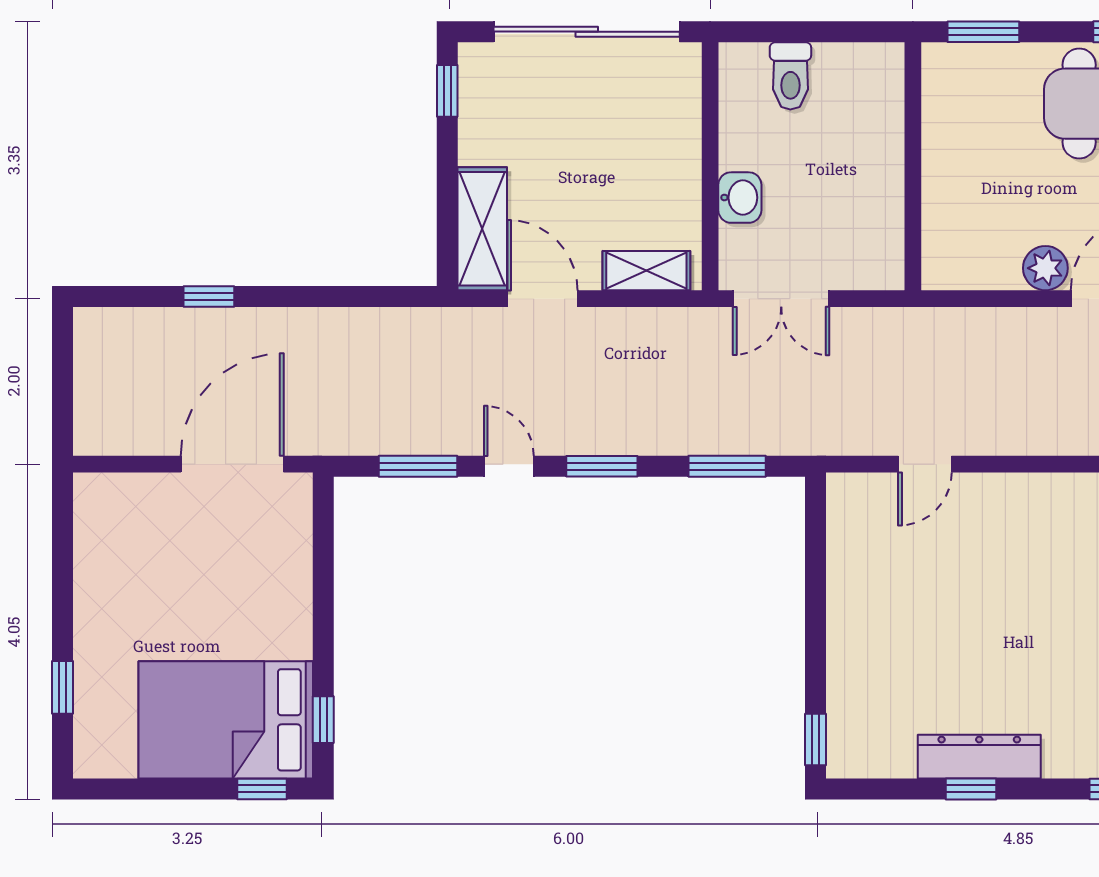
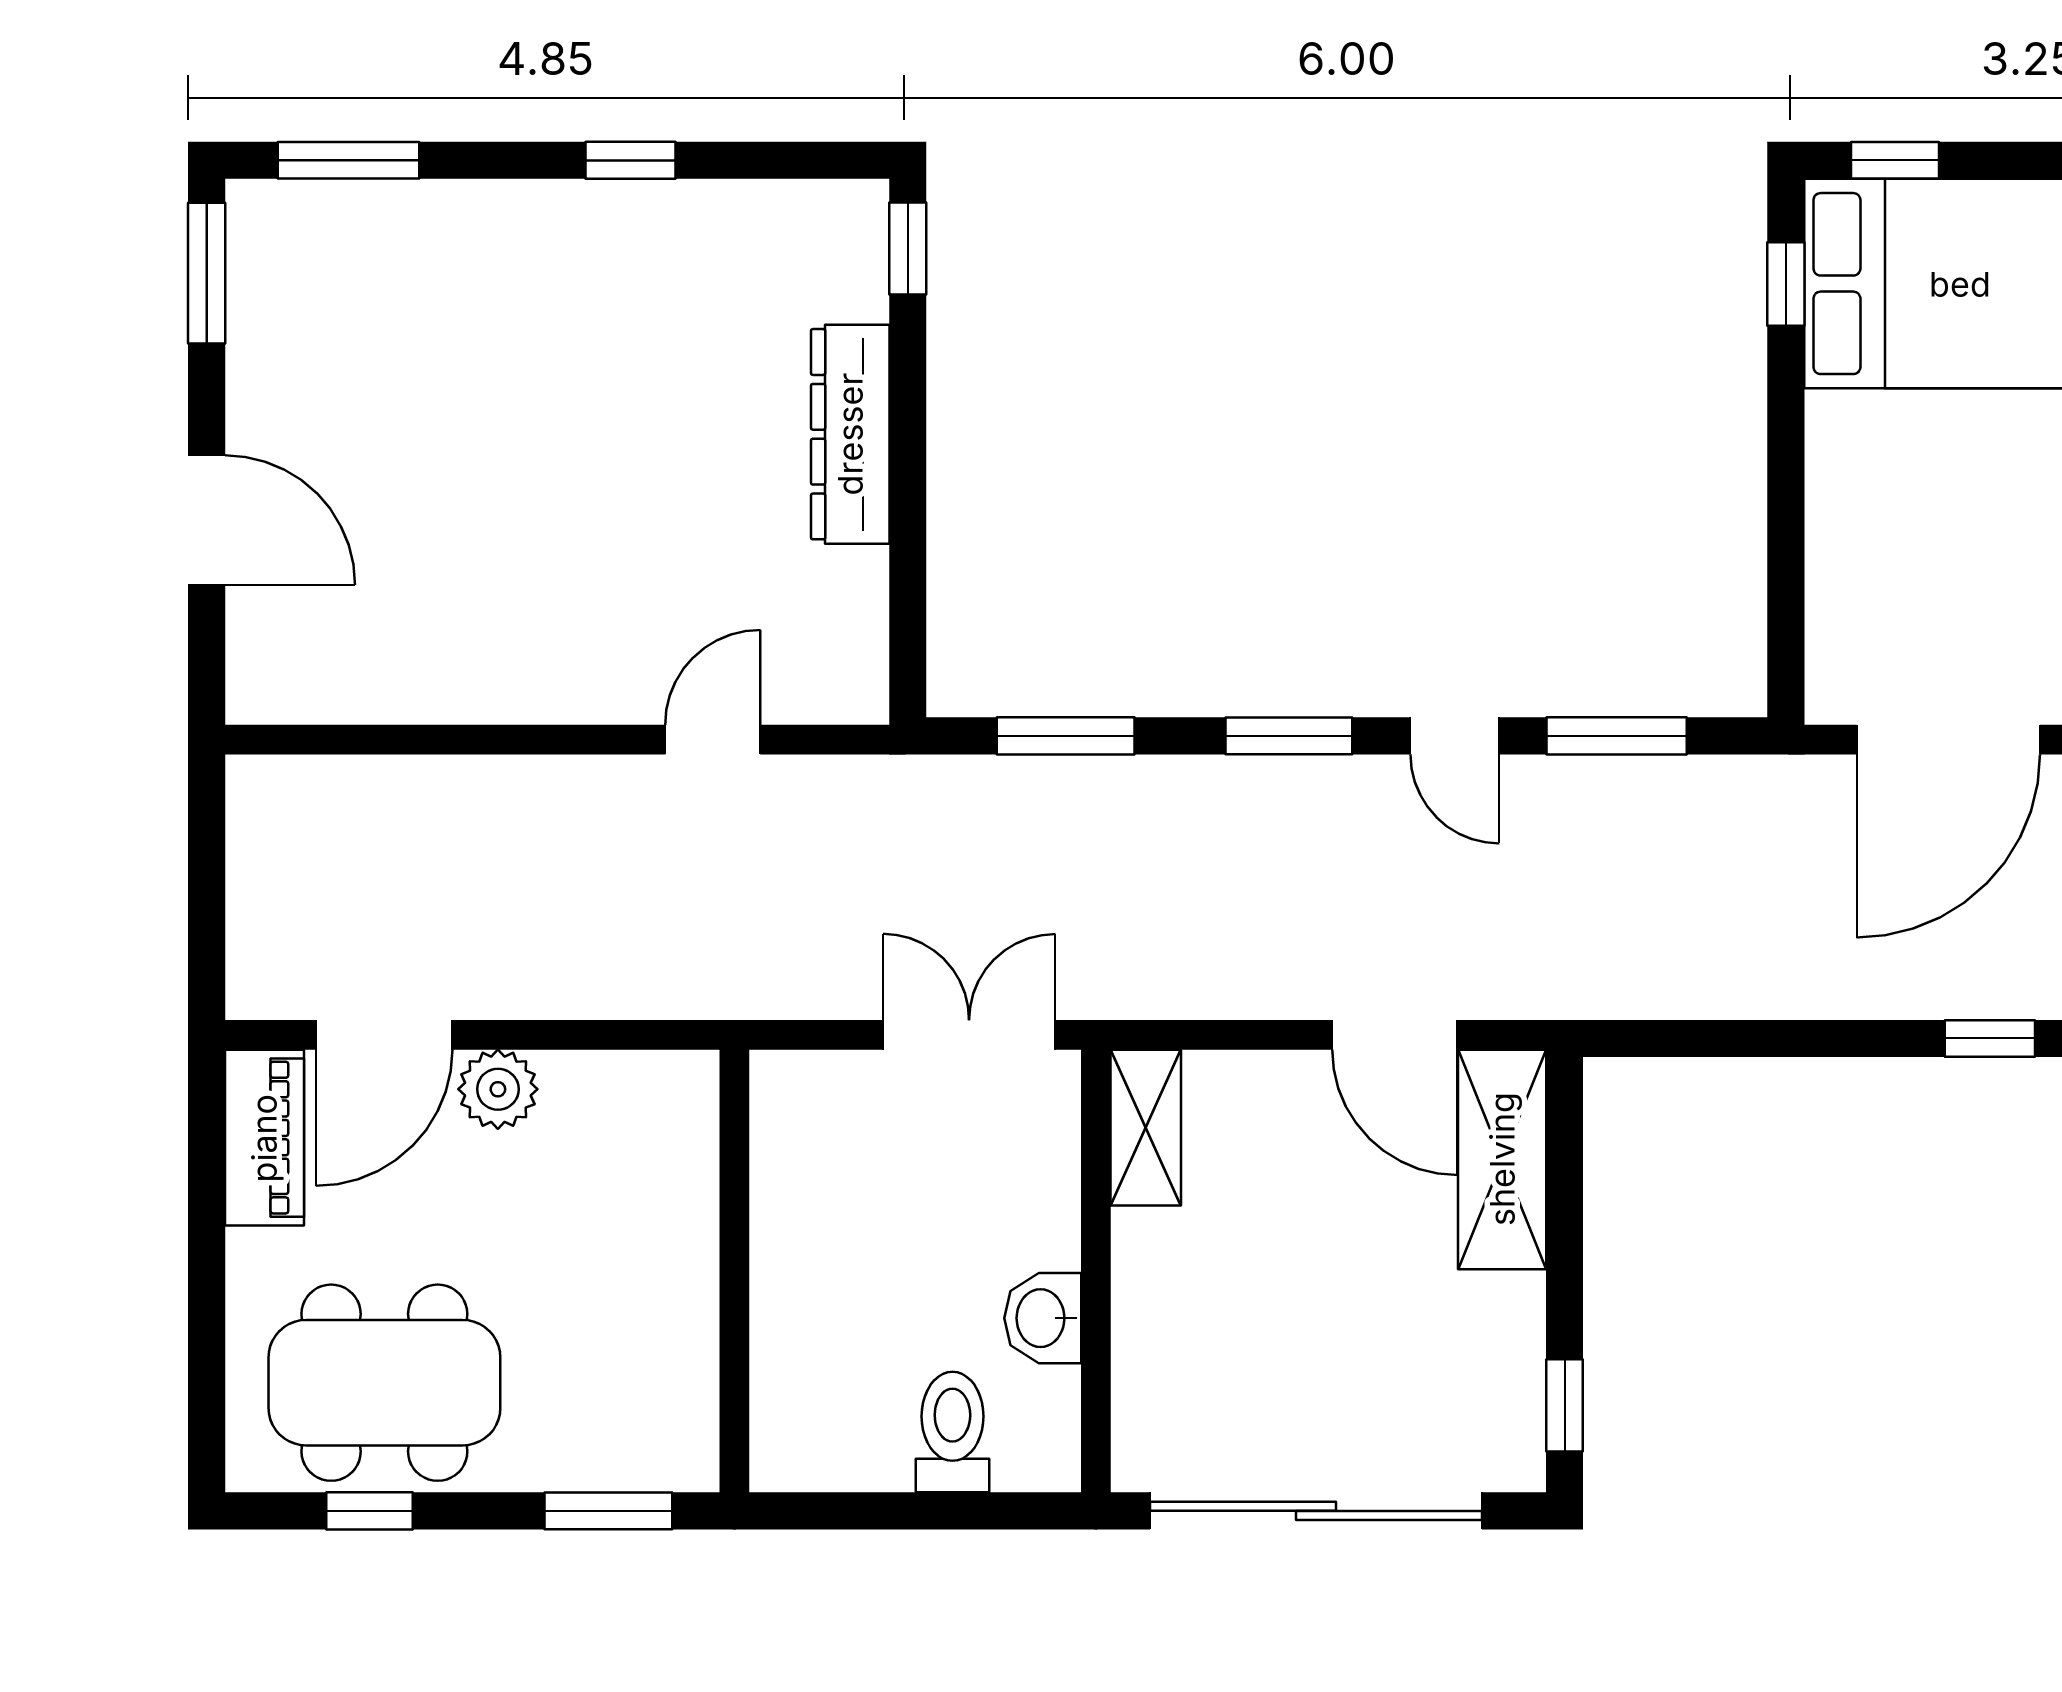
washbasin: (740, 198) -> (1043, 1318), moved
shelving: (646, 271) -> (1146, 1128), moved, turned 90
dresser: (979, 757) -> (850, 434), moved, turned 90

